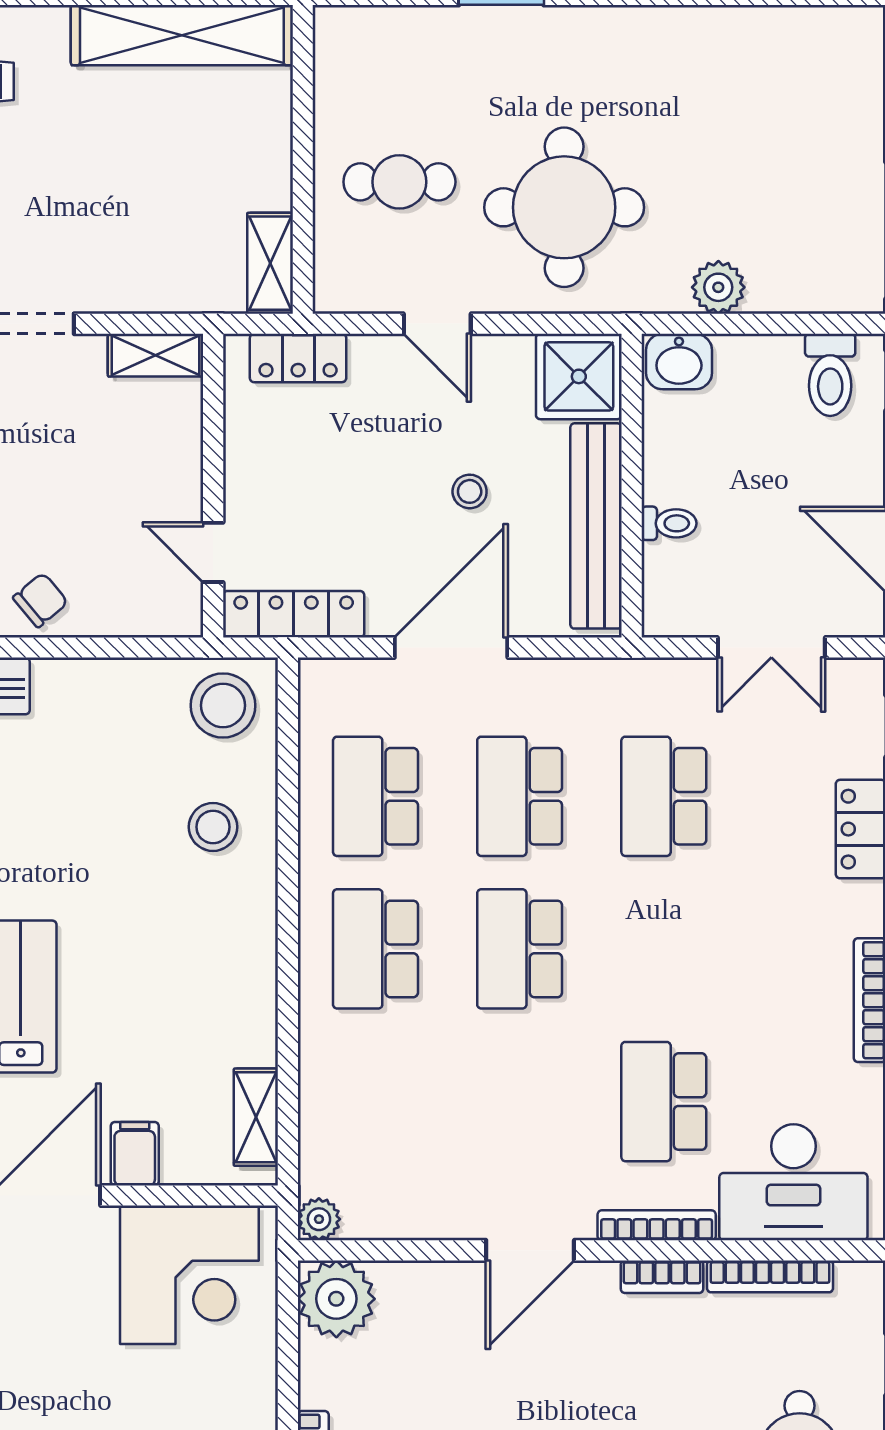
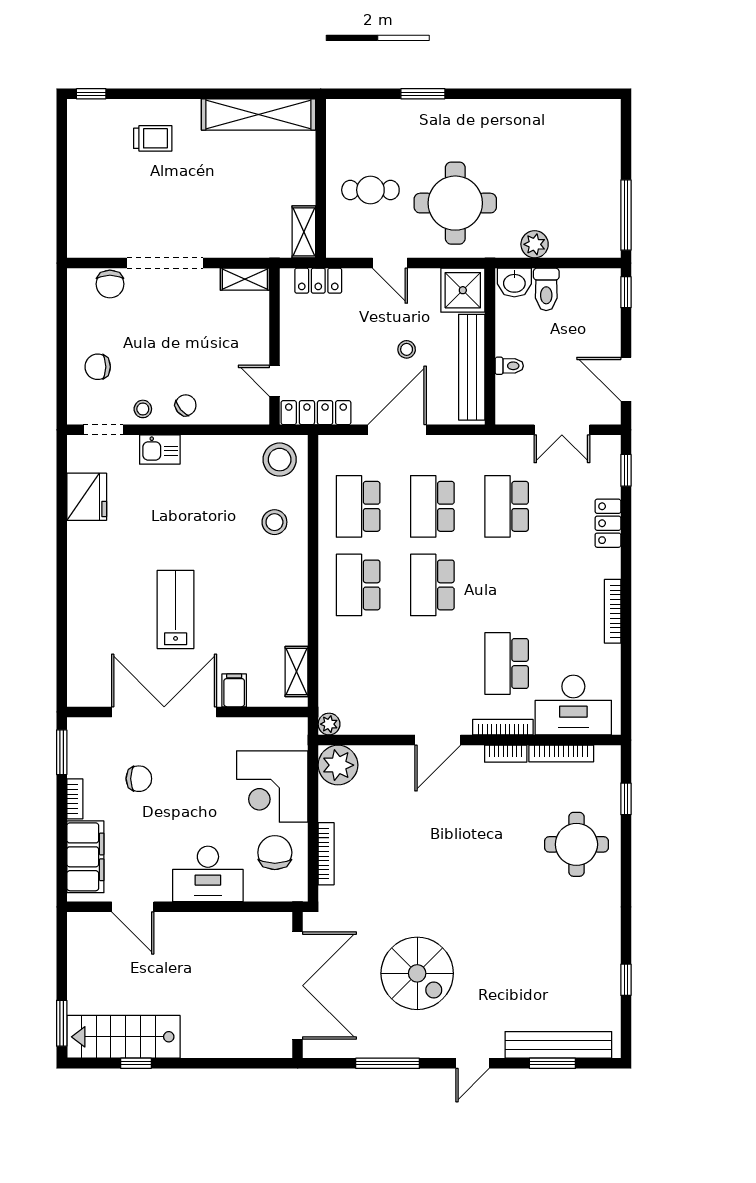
toilet: (830, 375) -> (546, 289), moved
corner desk: (189, 1275) -> (272, 786), moved, turned 90

